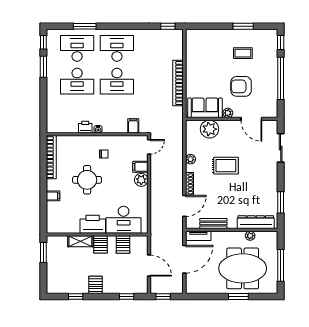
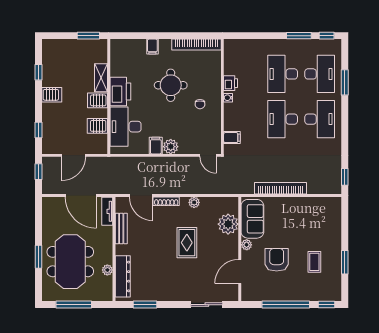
filing cabinet: (140, 167) -> (156, 146), moved

